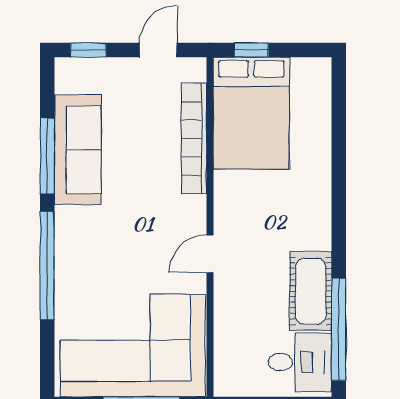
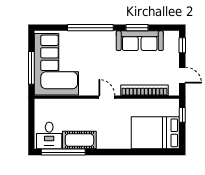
bed: (251, 113) -> (155, 133), moved
window: (47, 156) -> (137, 28), width x0.69
door: (210, 254) -> (107, 97), moved

